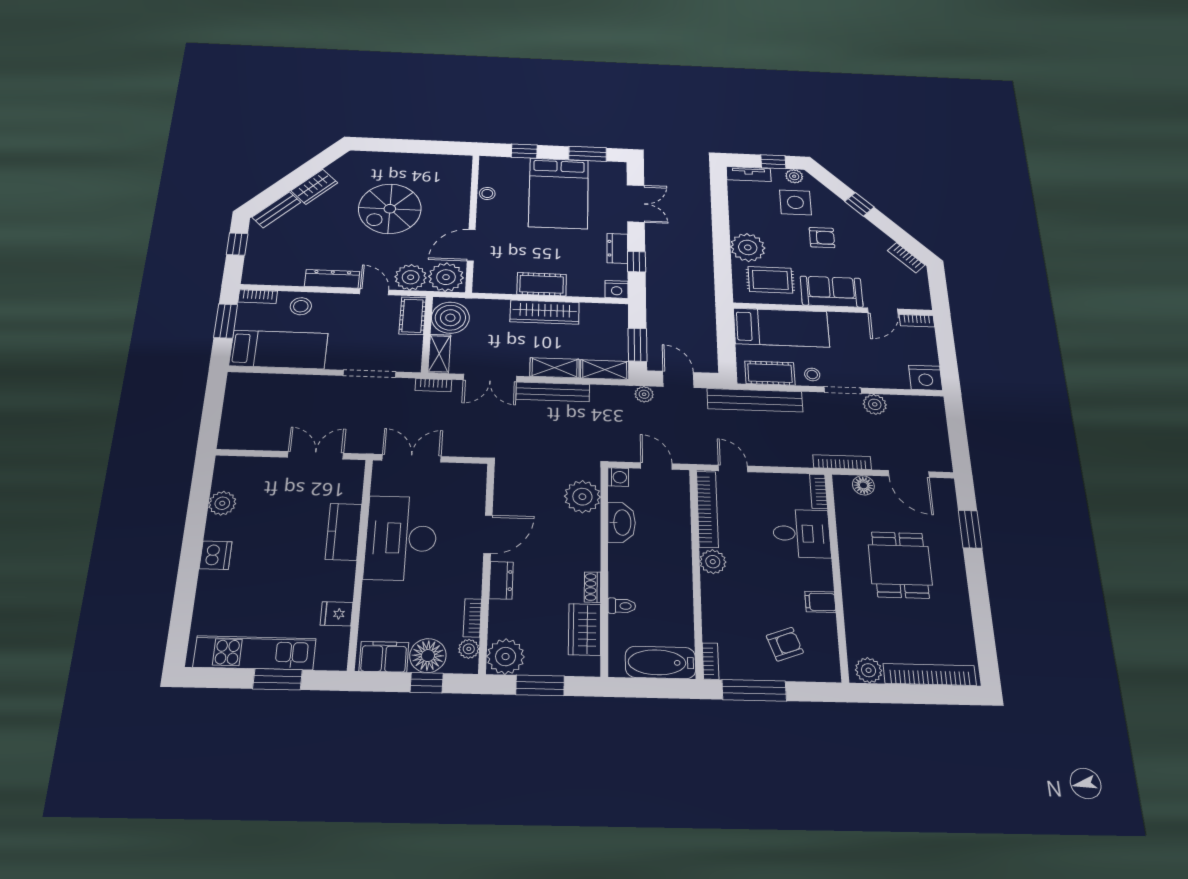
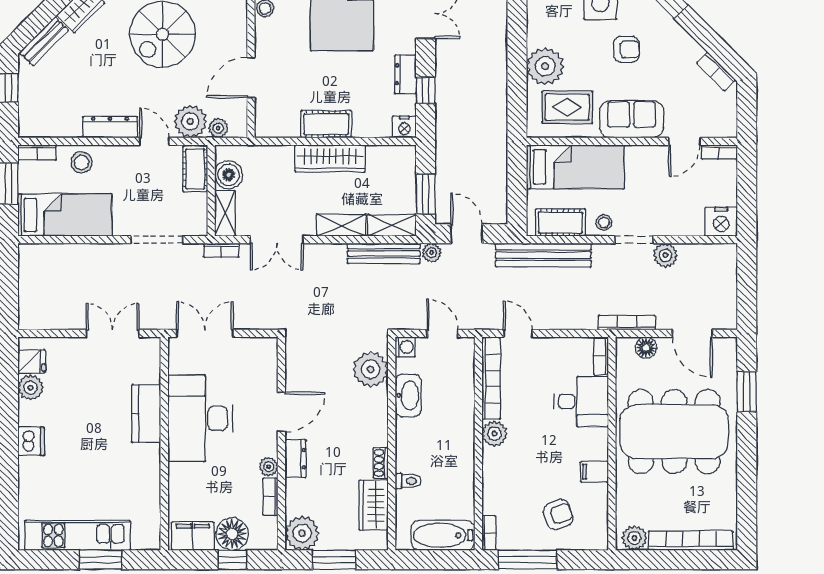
plant: (446, 277) -> (218, 128), width x0.53, depth x0.53
boiler: (450, 318) -> (229, 175), width x0.73, depth x0.73
bench: (553, 392) -> (384, 253), moved
dining table: (900, 565) -> (674, 432), width x1.88, depth x1.24
fridge: (336, 614) -> (32, 361), moved, turned 180
plant: (469, 649) -> (269, 467), moved

